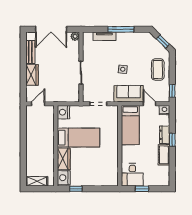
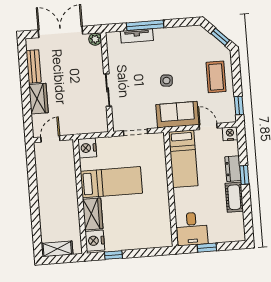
double door: (51, 29) -> (60, 32), swing flipped
window: (121, 29) -> (145, 25), moved

